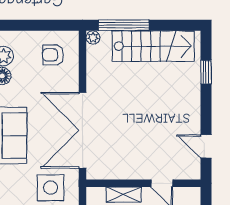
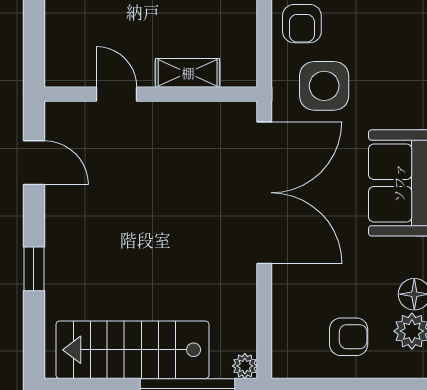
armchair: (53, 55) -> (349, 337), moved
window: (206, 72) -> (34, 269), moved

